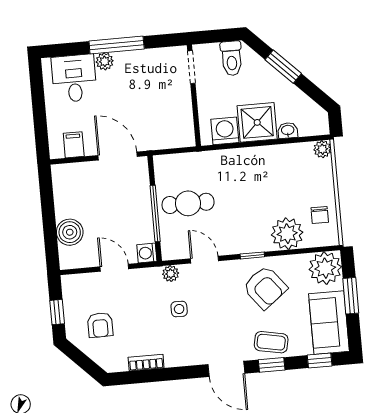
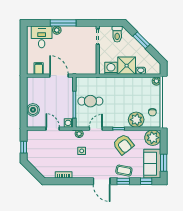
door: (205, 260) -> (96, 129), hinge flipped
window: (351, 296) -> (164, 163), moved
armchair: (100, 325) -> (44, 155), removed

